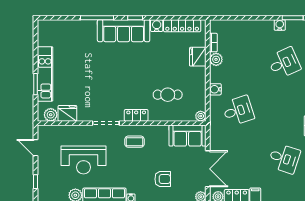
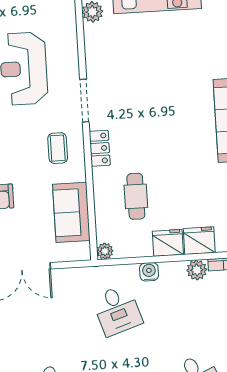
fridge: (67, 113) -> (168, 243), moved, turned -90
sofa: (188, 136) -> (71, 212), moved

